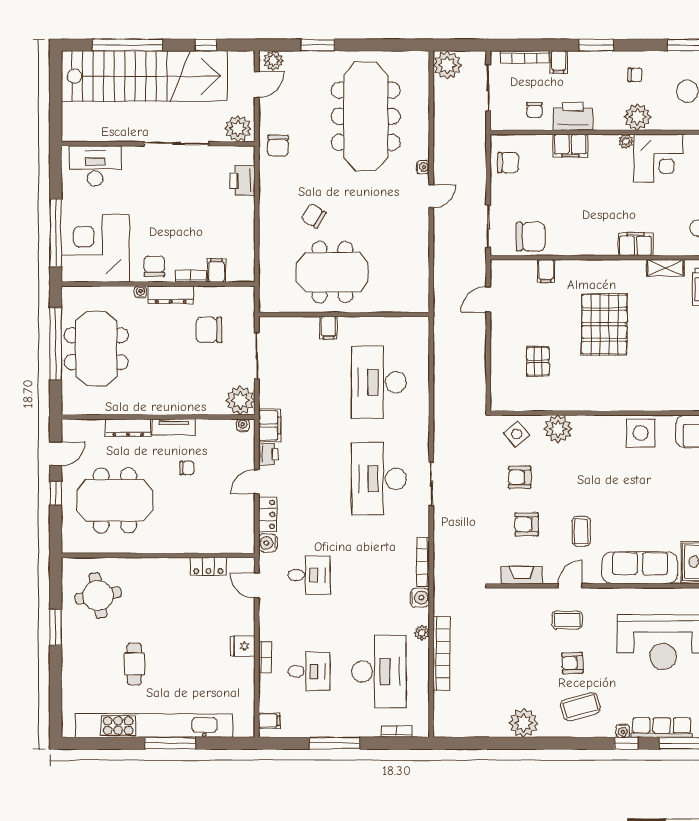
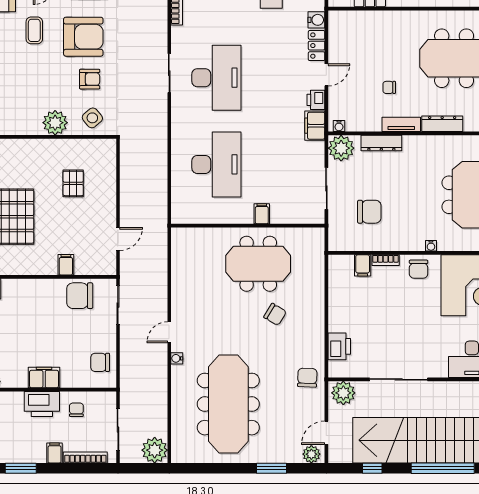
dresser: (171, 295) -> (381, 143), moved, turned 180
armchair: (527, 524) -> (83, 37), width x1.88, depth x1.88

